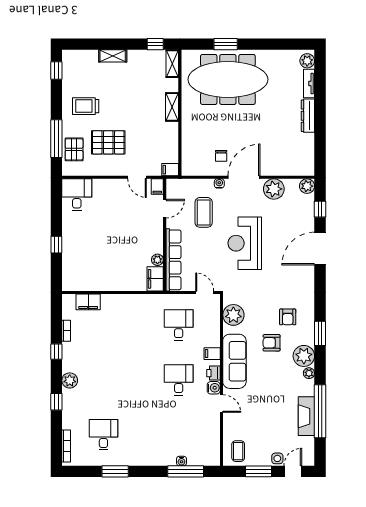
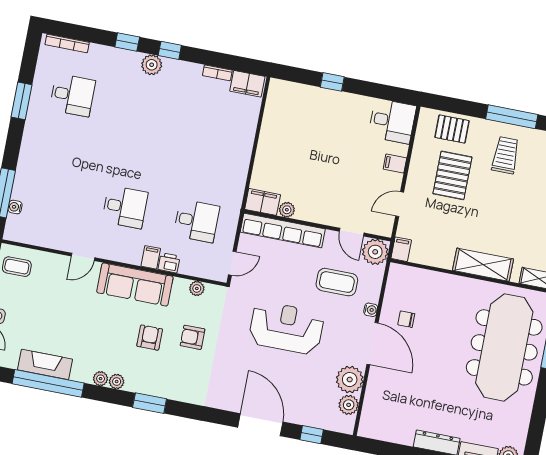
shelving: (172, 107) -> (483, 265), width x1.50, depth x1.33
window: (56, 139) -> (512, 117), moved
plant: (307, 186) -> (349, 405), moved
filing cabinet: (157, 187) -> (395, 163), moved
plant: (176, 188) -> (375, 252), added
filing cabinet: (88, 302) -> (247, 84), moved, turned -90
plant: (233, 315) -> (197, 288), width x0.53, depth x0.53
armchair: (288, 317) -> (193, 337), moved
window: (56, 352) -> (170, 50), moved
plant: (304, 356) -> (117, 382), width x0.53, depth x0.53
printer: (214, 373) -> (169, 263), moved
water cooler: (214, 388) -> (106, 251), removed
water cooler: (181, 461) -> (15, 207), moved

